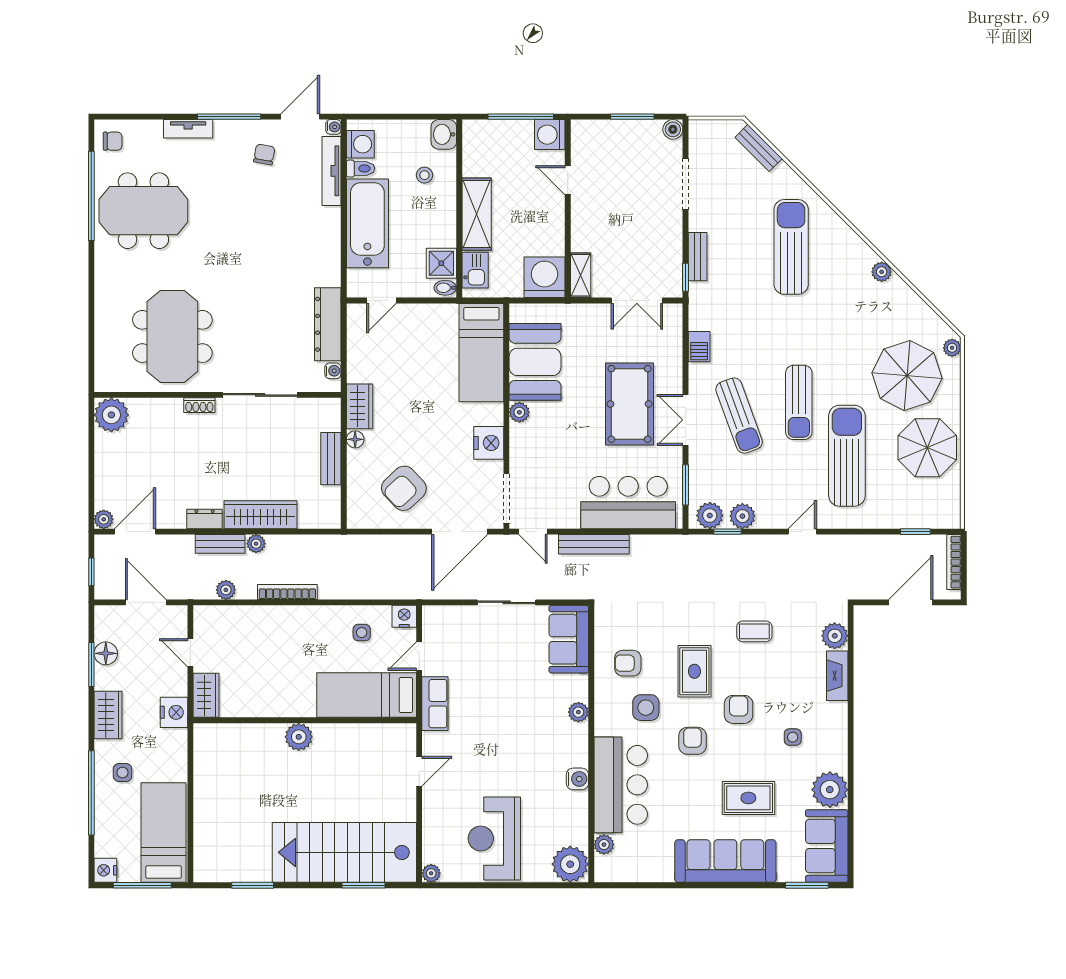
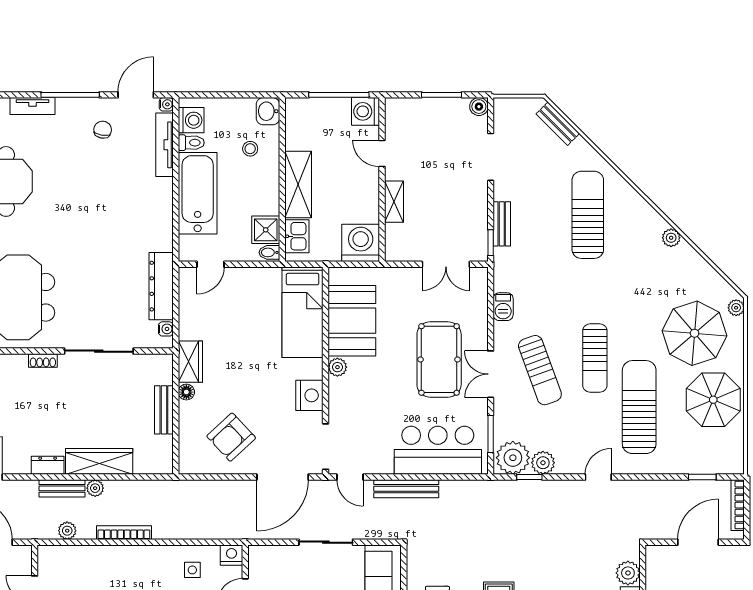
shelving: (581, 275) -> (394, 202), moved
plant: (710, 516) -> (513, 458), width x1.36, depth x1.36
coffee table: (754, 631) -> (554, 569), removed

